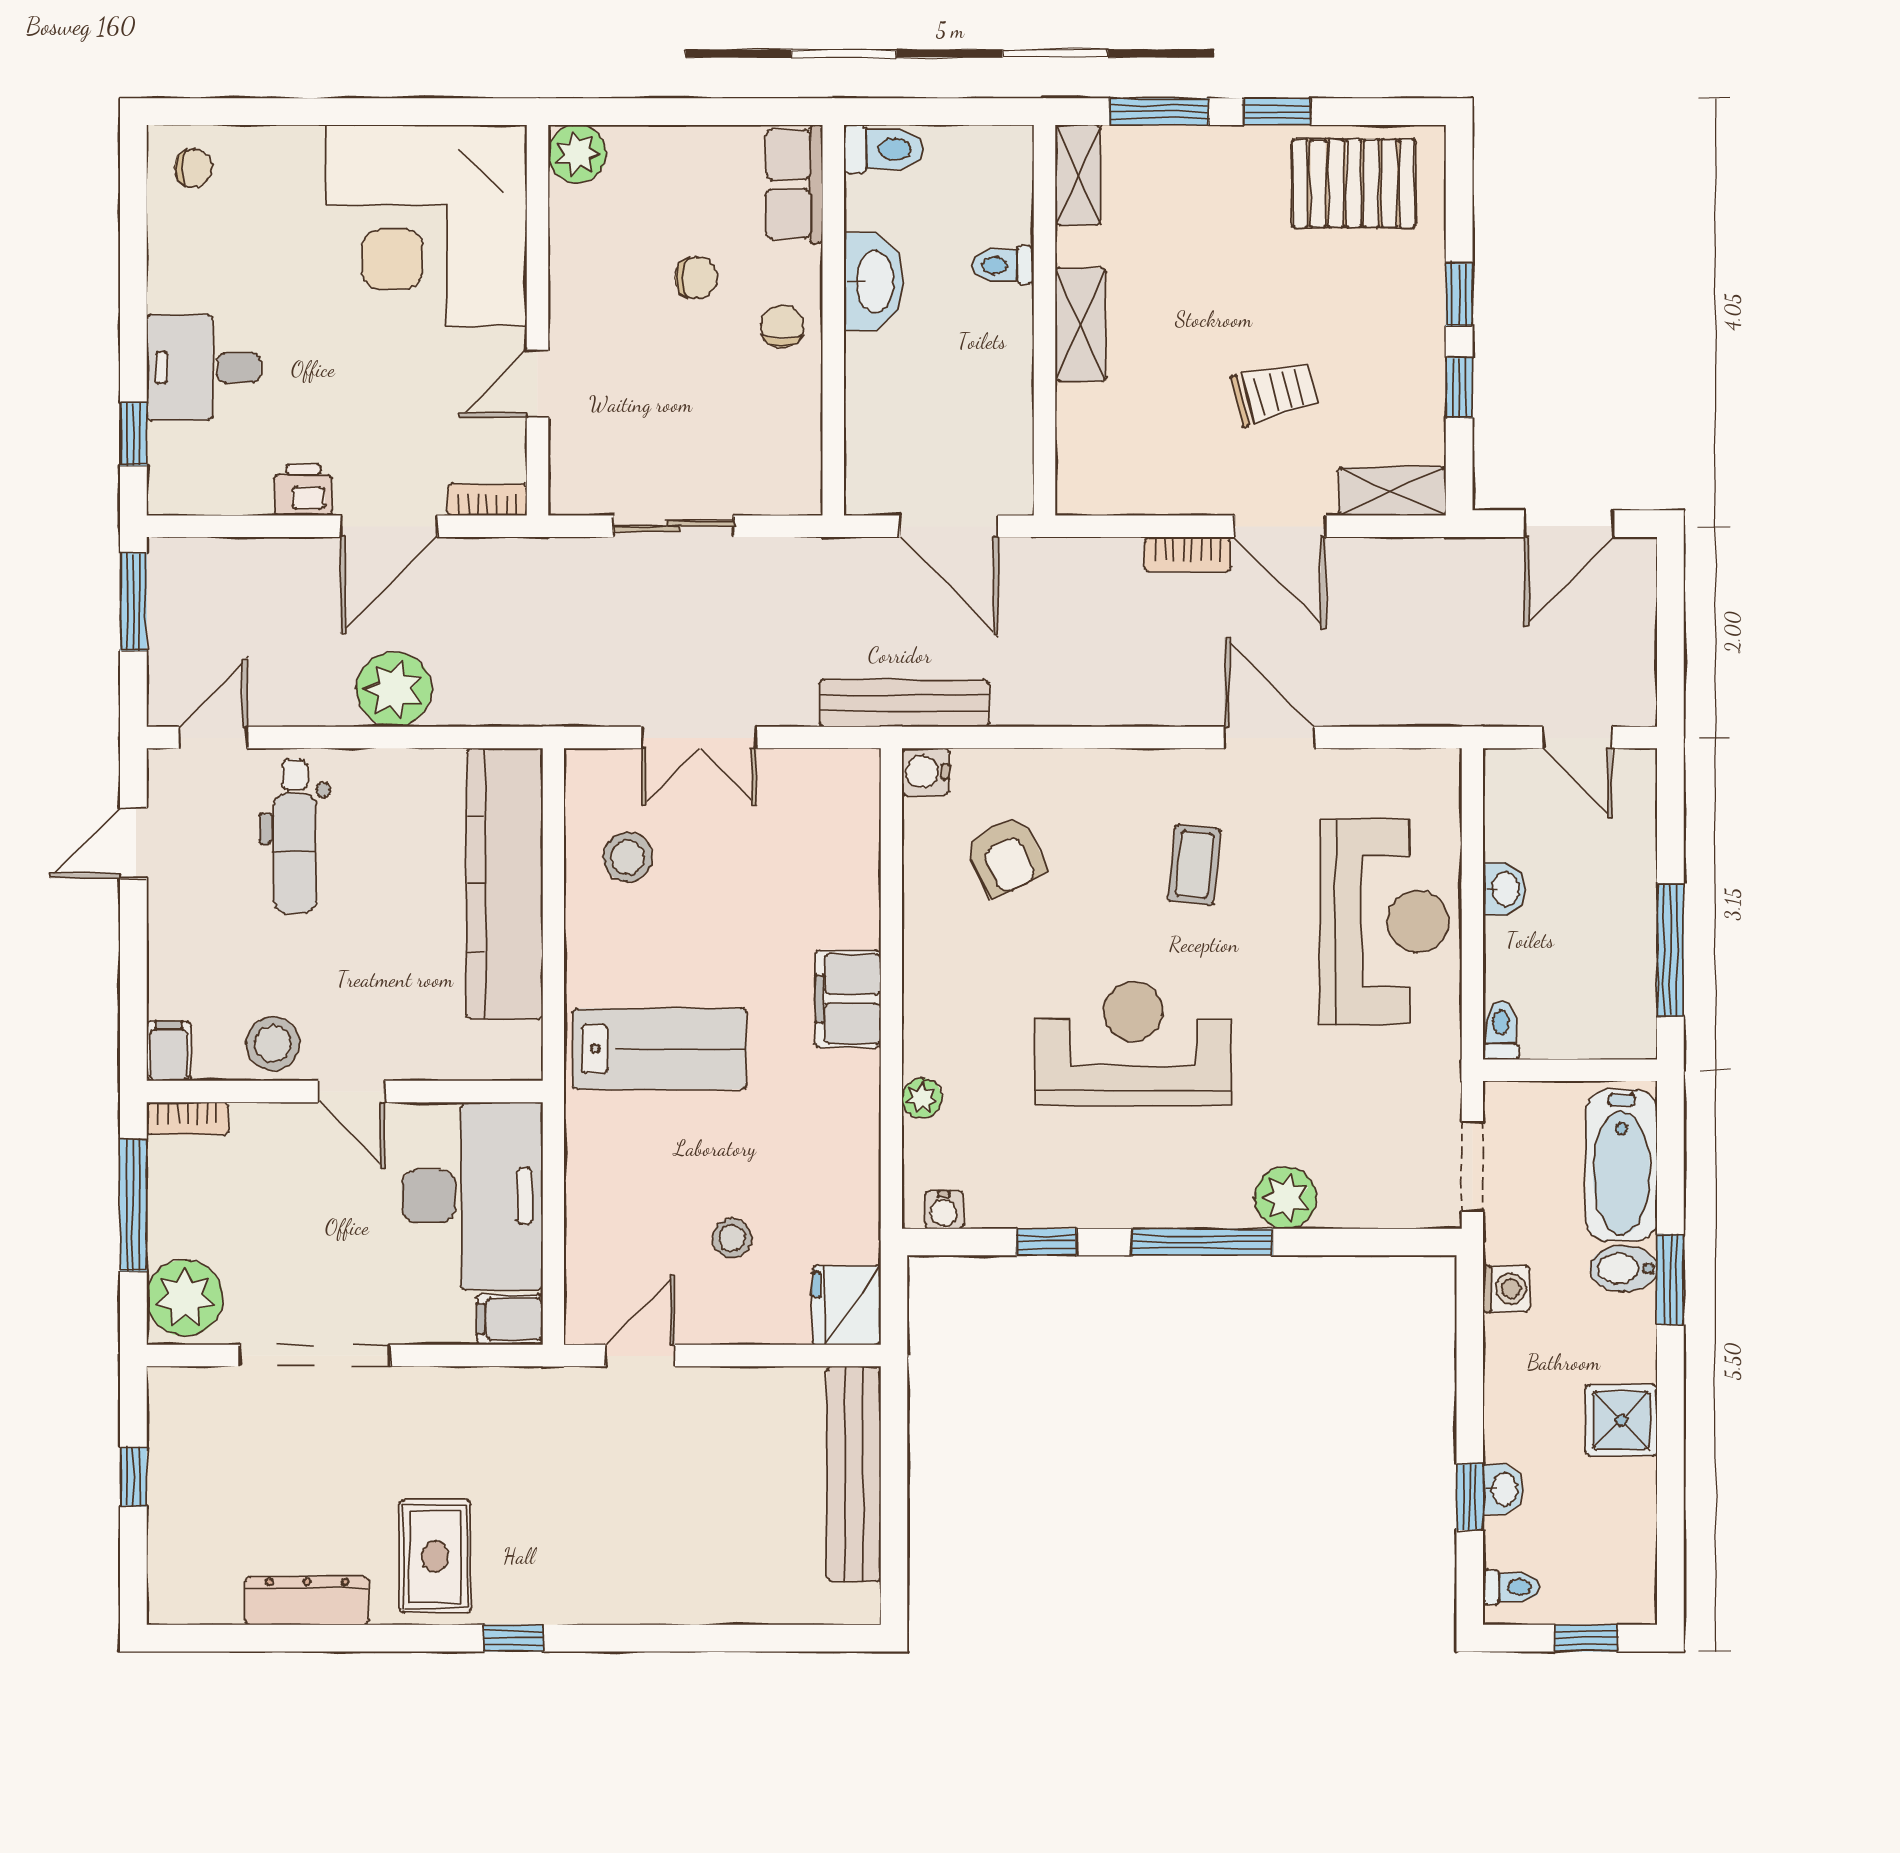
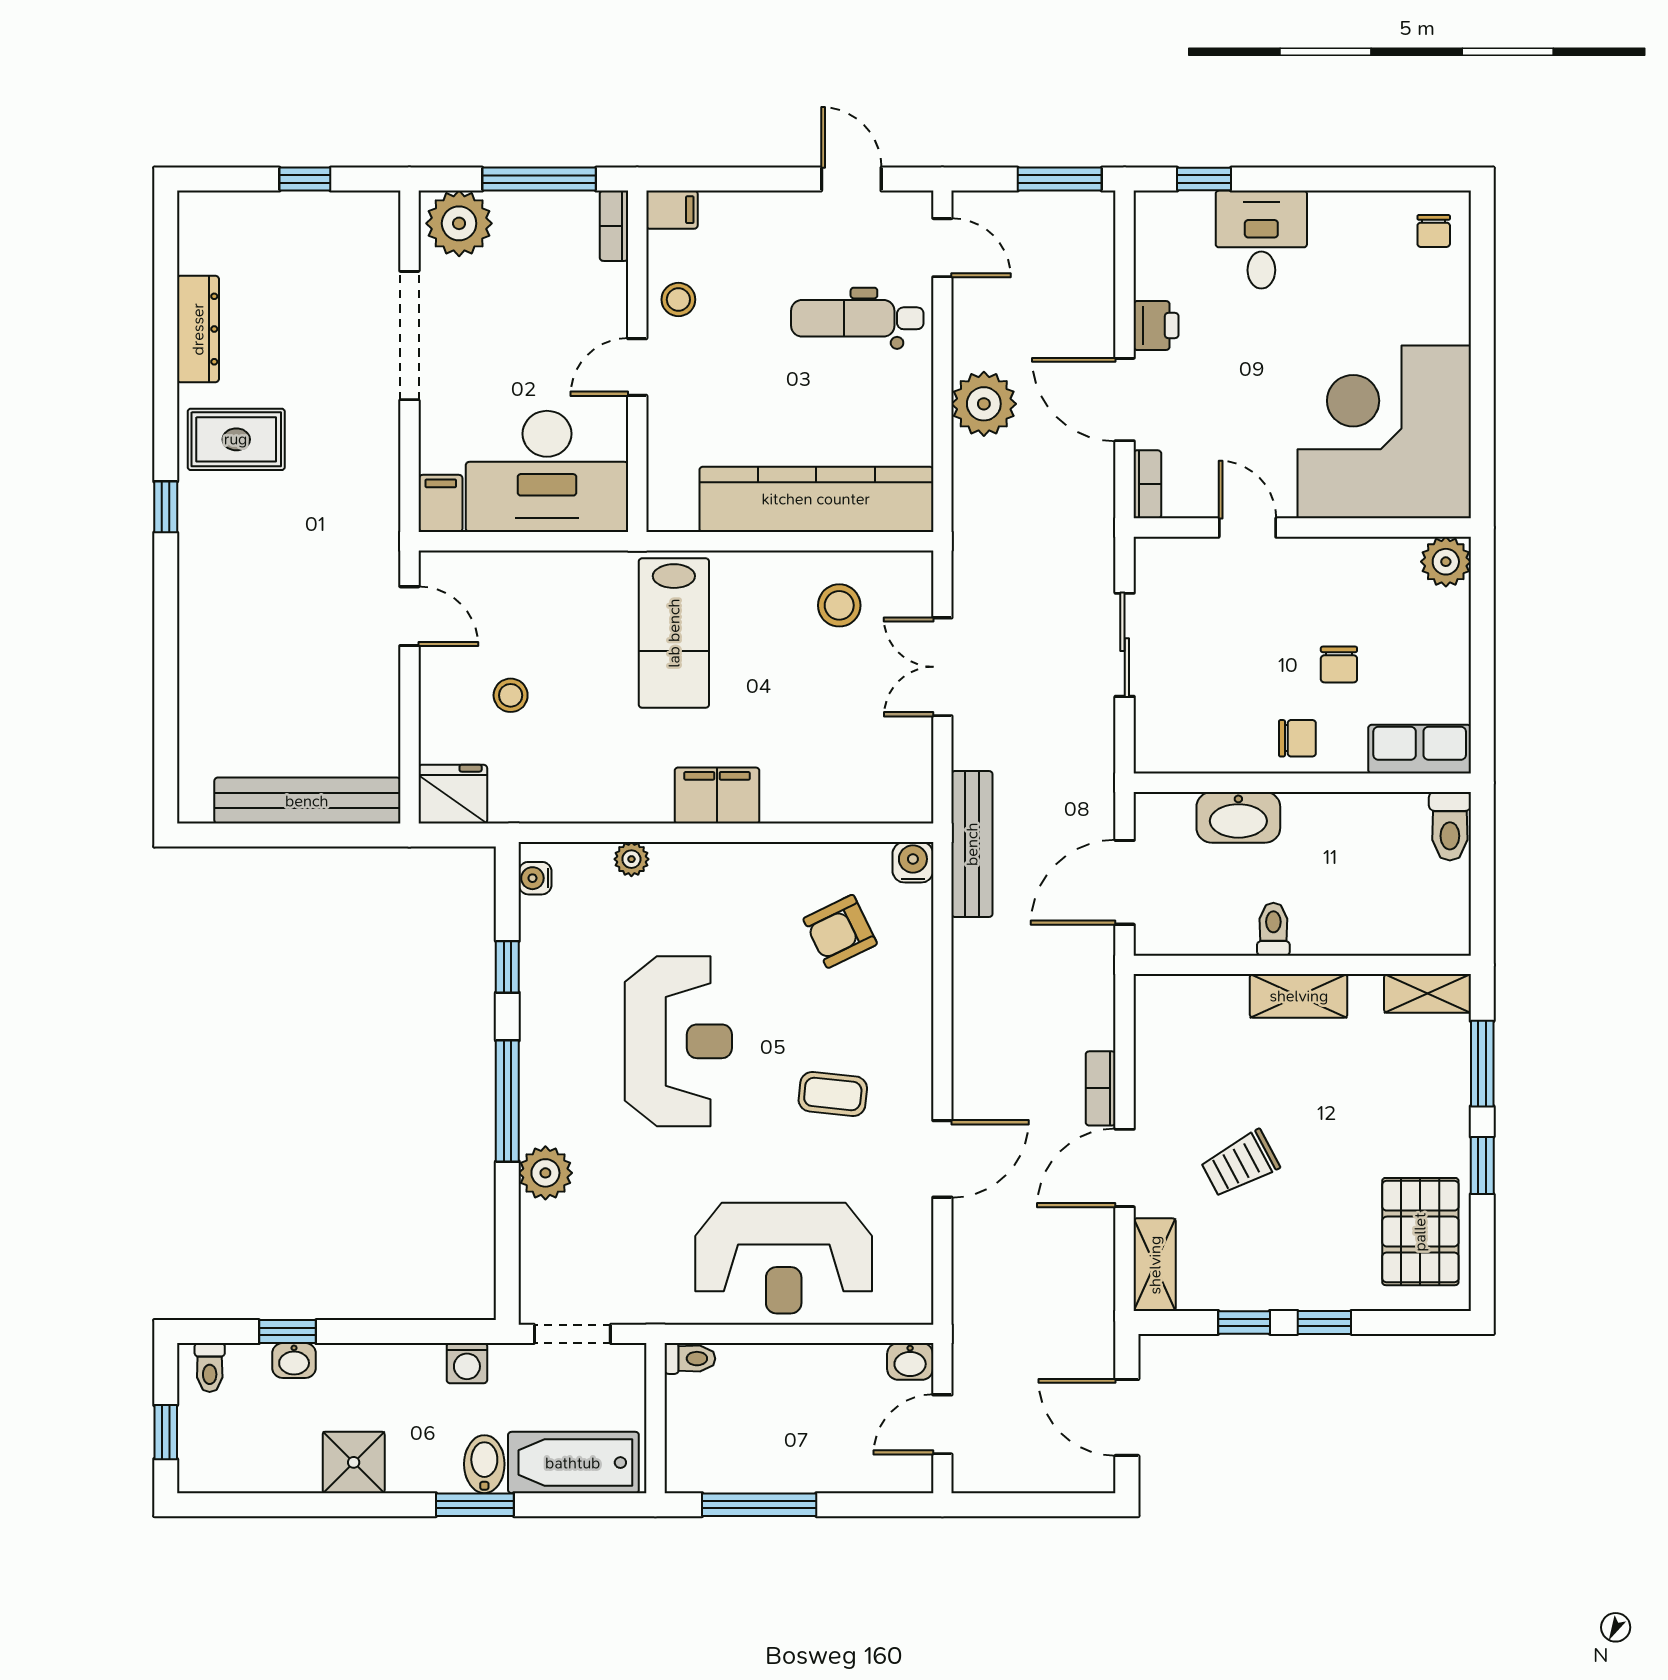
toilet: (1003, 265) -> (1273, 929), moved
washbasin: (873, 282) -> (1238, 817), moved
trolley: (1275, 392) -> (1240, 1164), turned 76
washbasin: (1504, 889) -> (910, 1361), moved
stool: (273, 1044) -> (678, 300), width x0.73, depth x0.73

